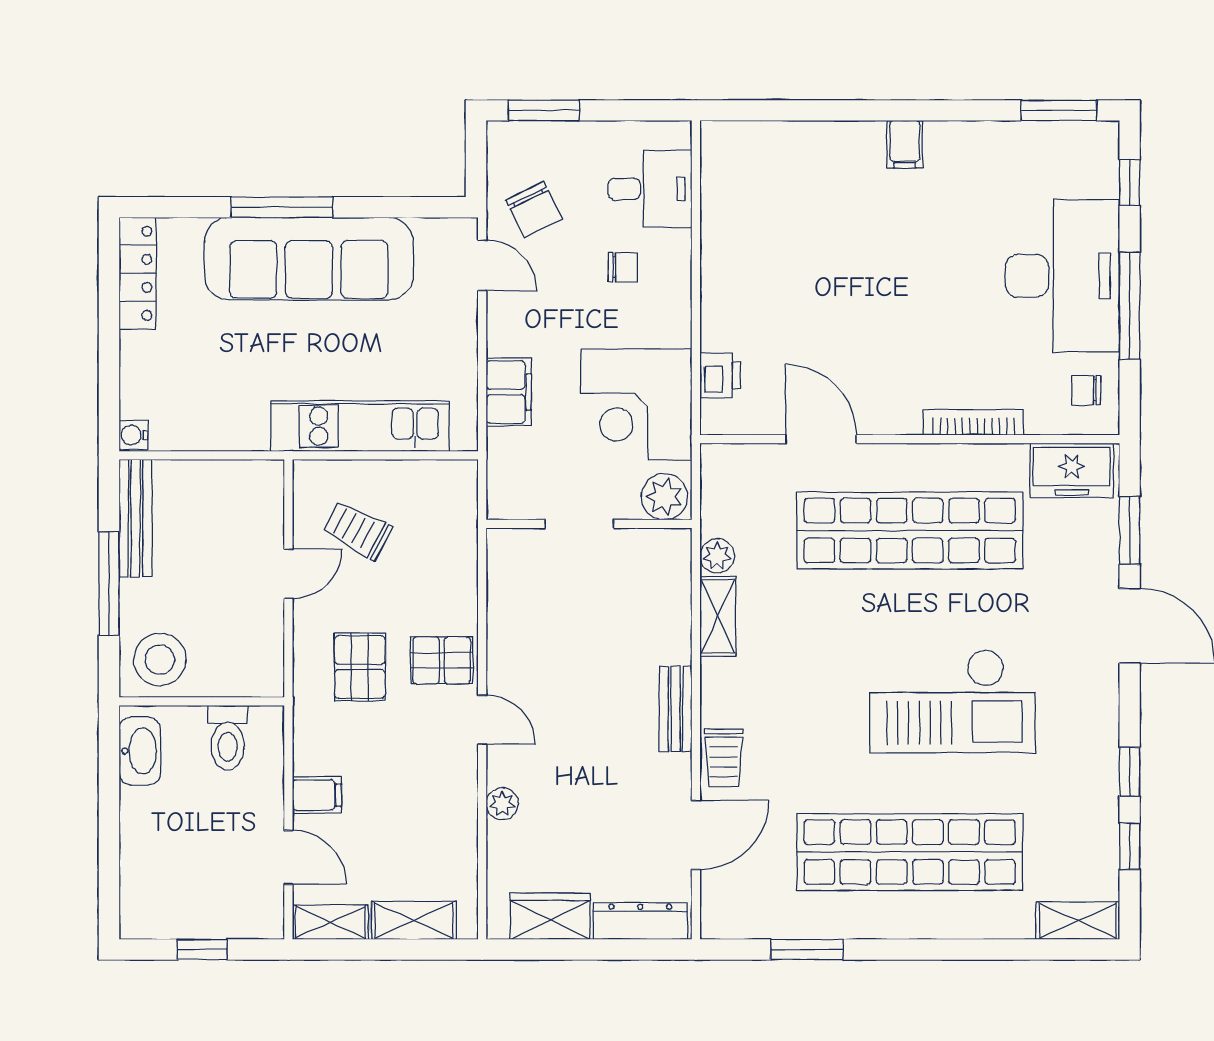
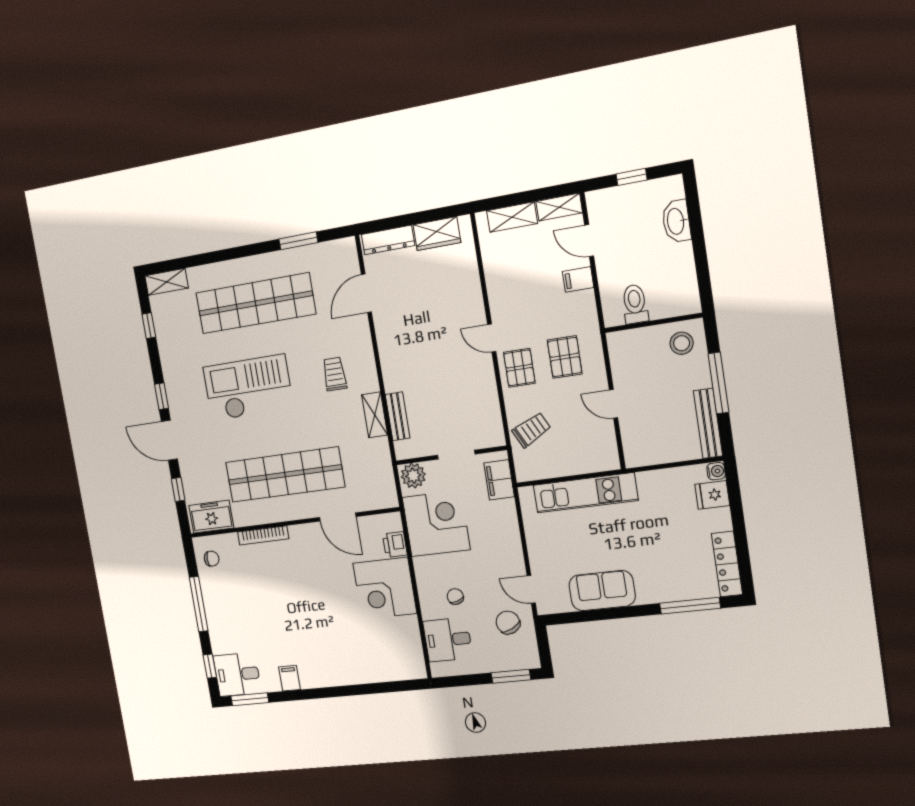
filing cabinet: (905, 144) -> (289, 678), moved
window: (282, 207) -> (690, 606), moved
sofa: (309, 259) -> (602, 591), width x0.54, depth x0.79
chair: (623, 267) -> (455, 596), turned 74
desk: (1062, 276) -> (237, 674), moved, width x0.53, depth x0.77
corner desk: (753, 296) -> (385, 588), added
filing cabinet: (509, 392) -> (499, 480), moved
fridge: (145, 395) -> (712, 495), added
trolley: (357, 530) -> (531, 430), moved, turned -55
window: (1130, 530) -> (178, 489), width x0.67
plant: (717, 556) -> (380, 447), removed
door: (288, 574) -> (614, 404), hinge flipped
stool: (160, 660) -> (682, 343), width x0.73, depth x0.73
pallet: (442, 660) -> (519, 368), turned 90
bench: (676, 709) -> (398, 416), moved
washbasin: (140, 751) -> (676, 221), moved
trolley: (724, 758) -> (335, 374), moved
window: (1130, 772) -> (161, 396), moved
plant: (502, 804) -> (473, 292), removed

